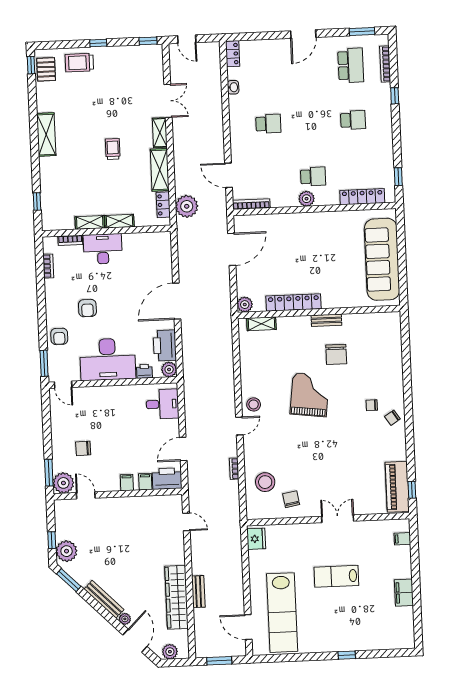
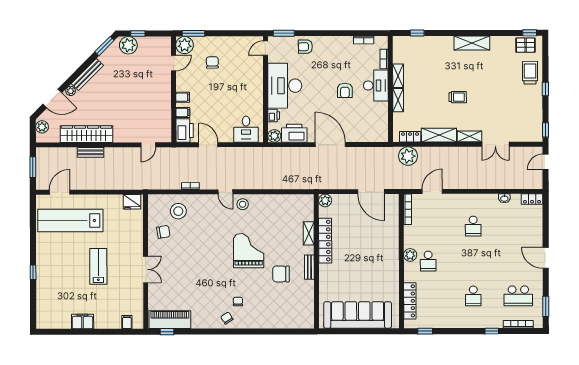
armchair: (87, 308) -> (345, 90), moved, turned -90
shelving: (261, 324) -> (309, 233), moved
grand piano: (310, 395) -> (249, 251), turned -97

